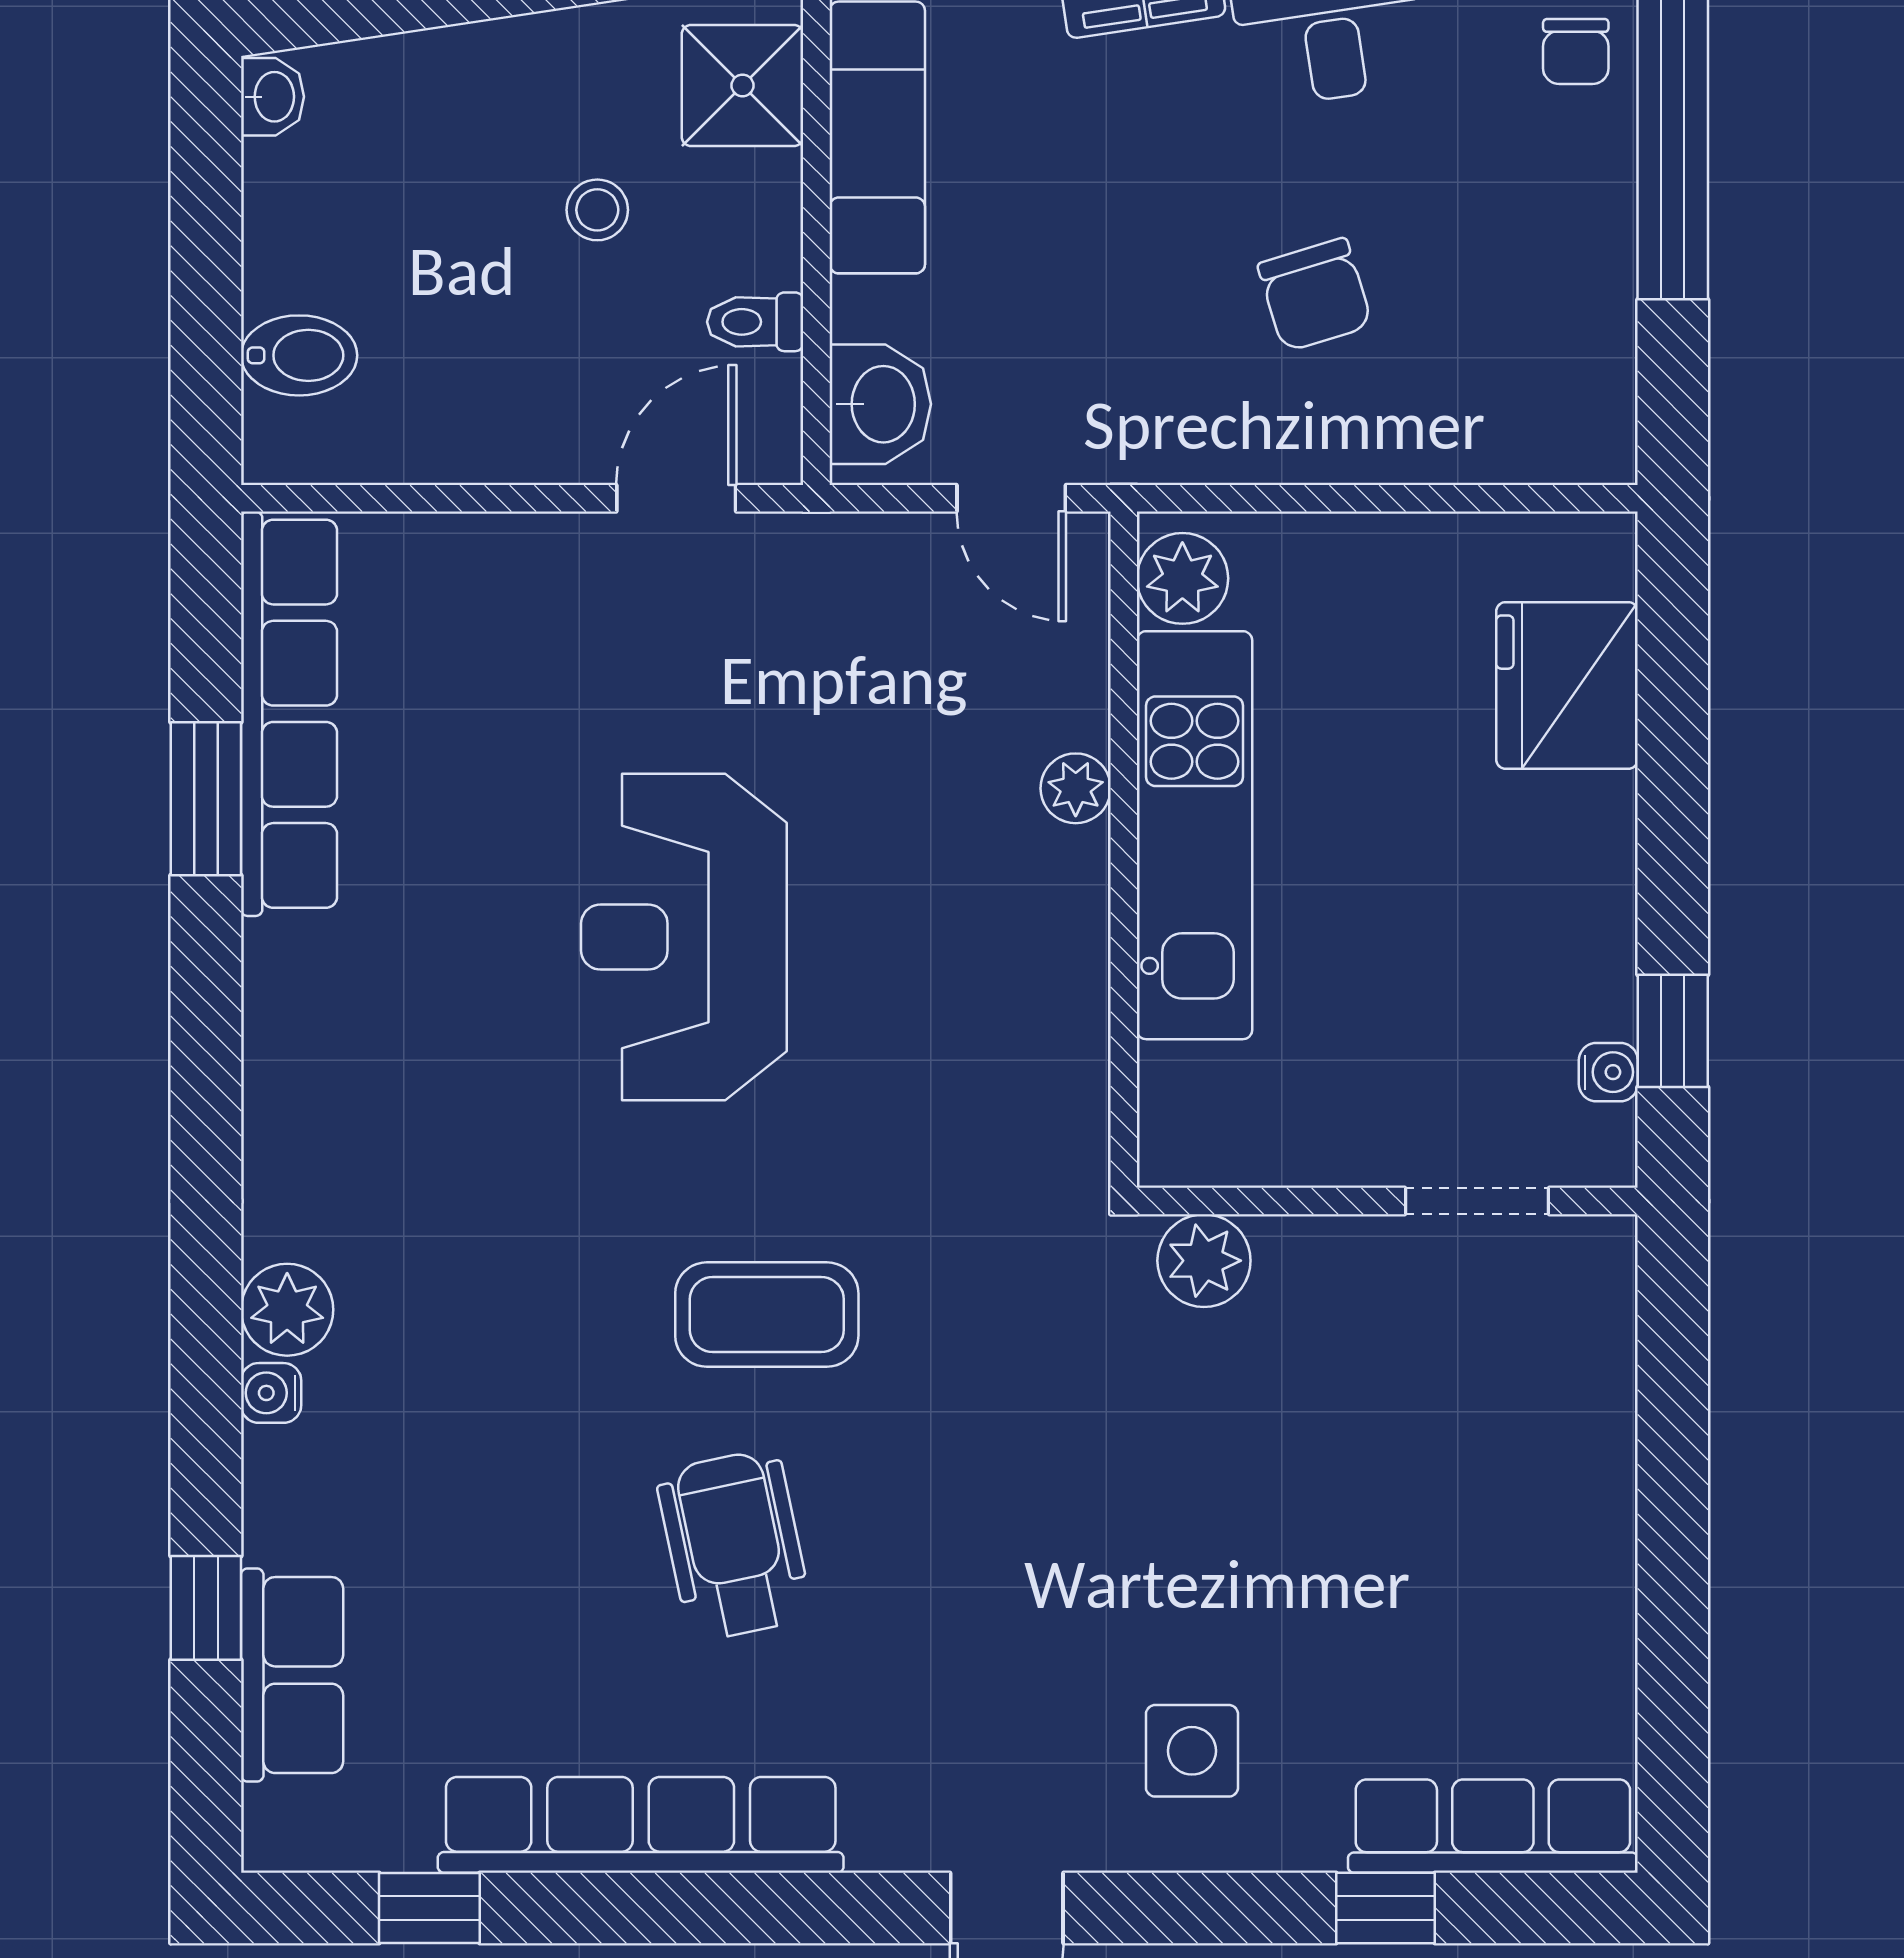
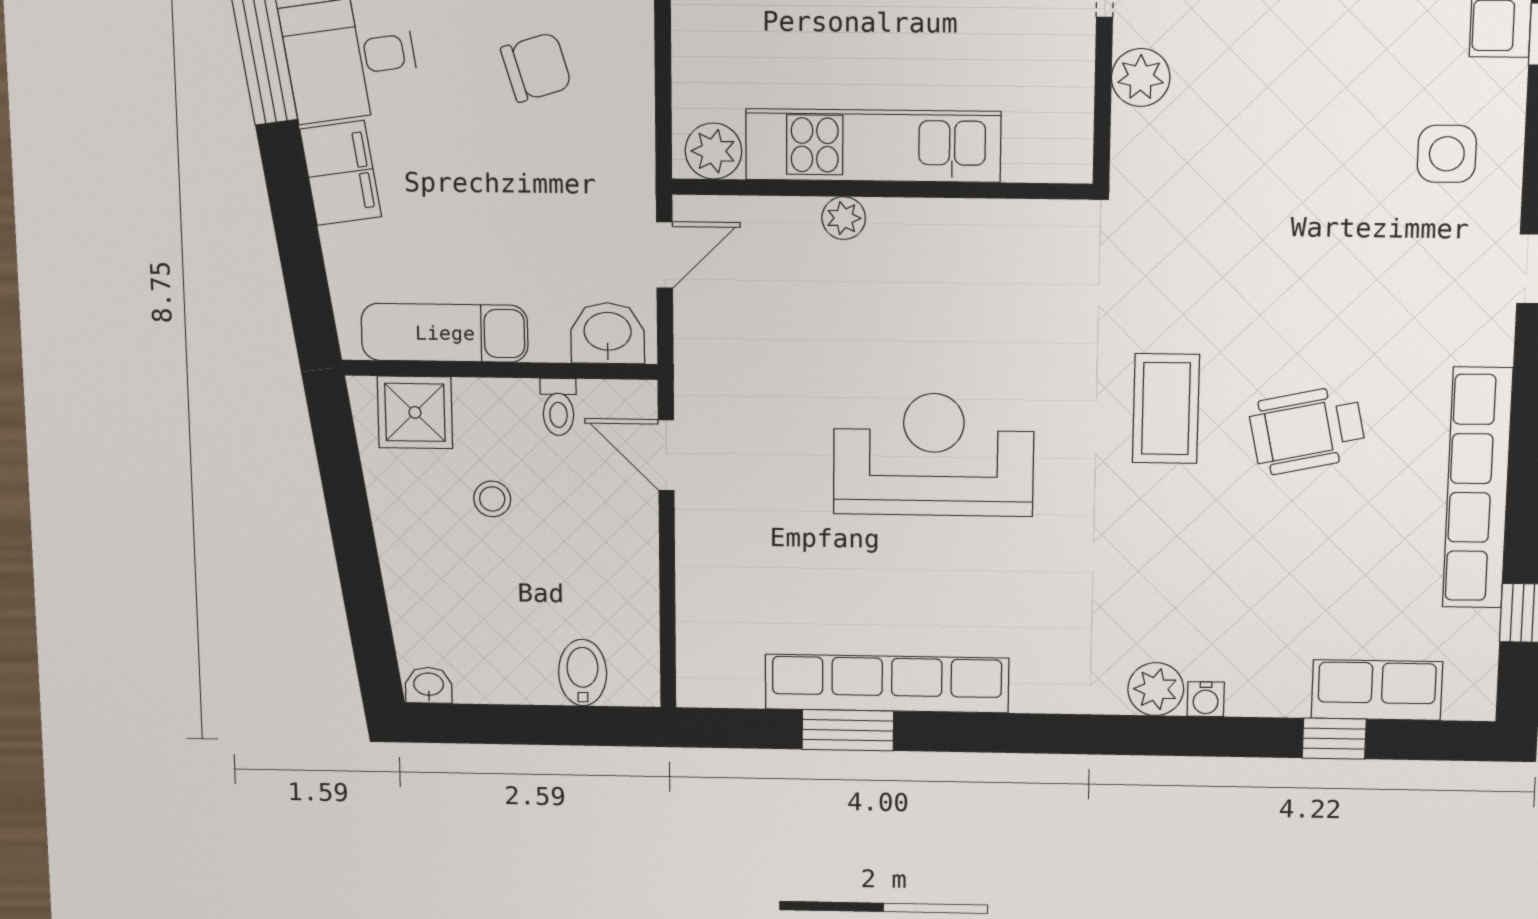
row of seats: (289, 714) -> (887, 684), moved
reception desk: (684, 937) -> (934, 455), turned 180
plant: (1204, 1261) -> (1141, 77), moved

